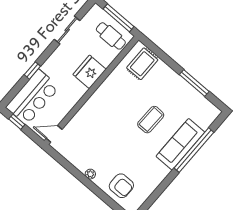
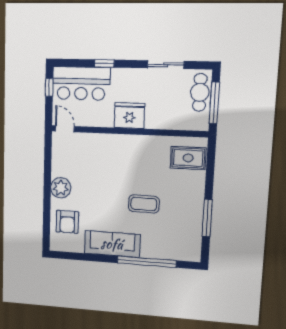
cafe table: (111, 36) -> (200, 92), moved
fridge: (89, 72) -> (129, 116), moved
sofa: (180, 144) -> (112, 244), moved
plant: (90, 174) -> (61, 188), width x1.87, depth x1.87

